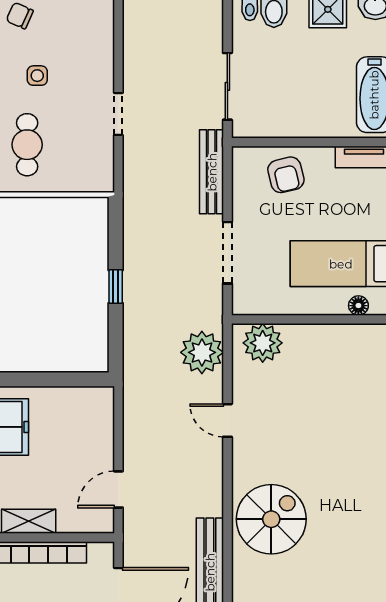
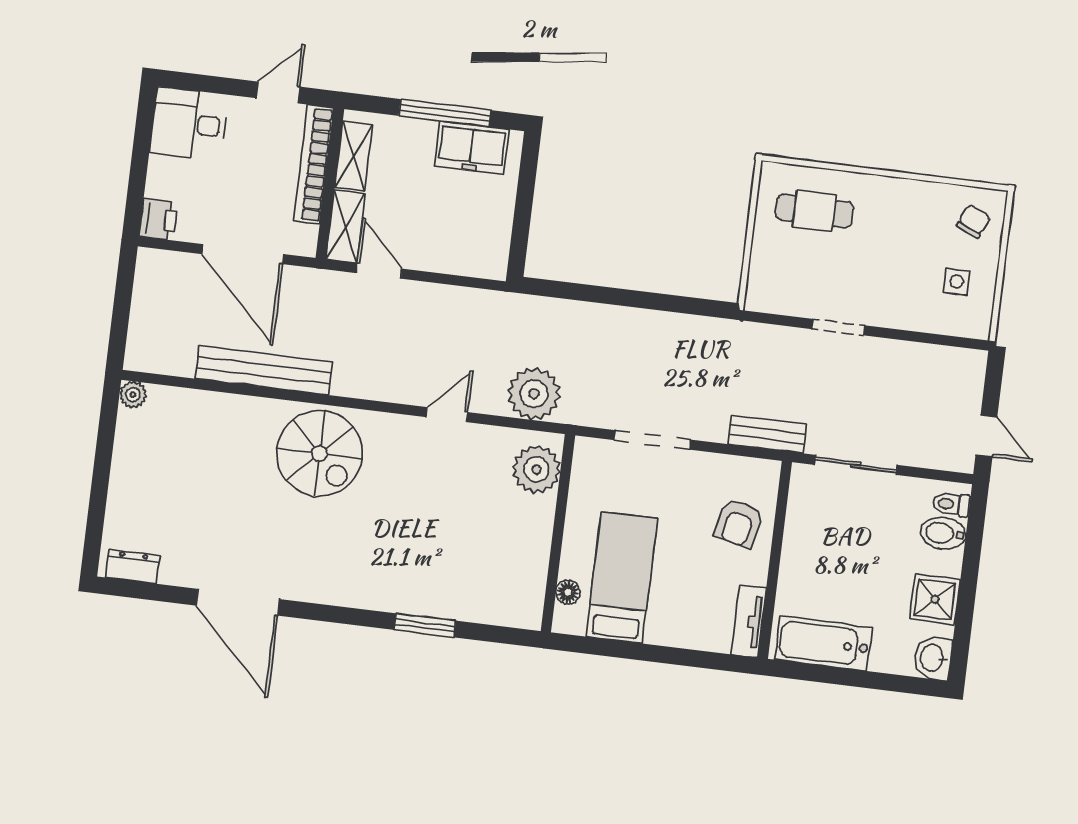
side table: (37, 76) -> (956, 282), moved
bench: (212, 172) -> (767, 434), width x0.73
armchair: (286, 175) -> (739, 523), turned -64
window: (116, 287) -> (628, 298), removed
shelving: (86, 521) -> (346, 227), added

